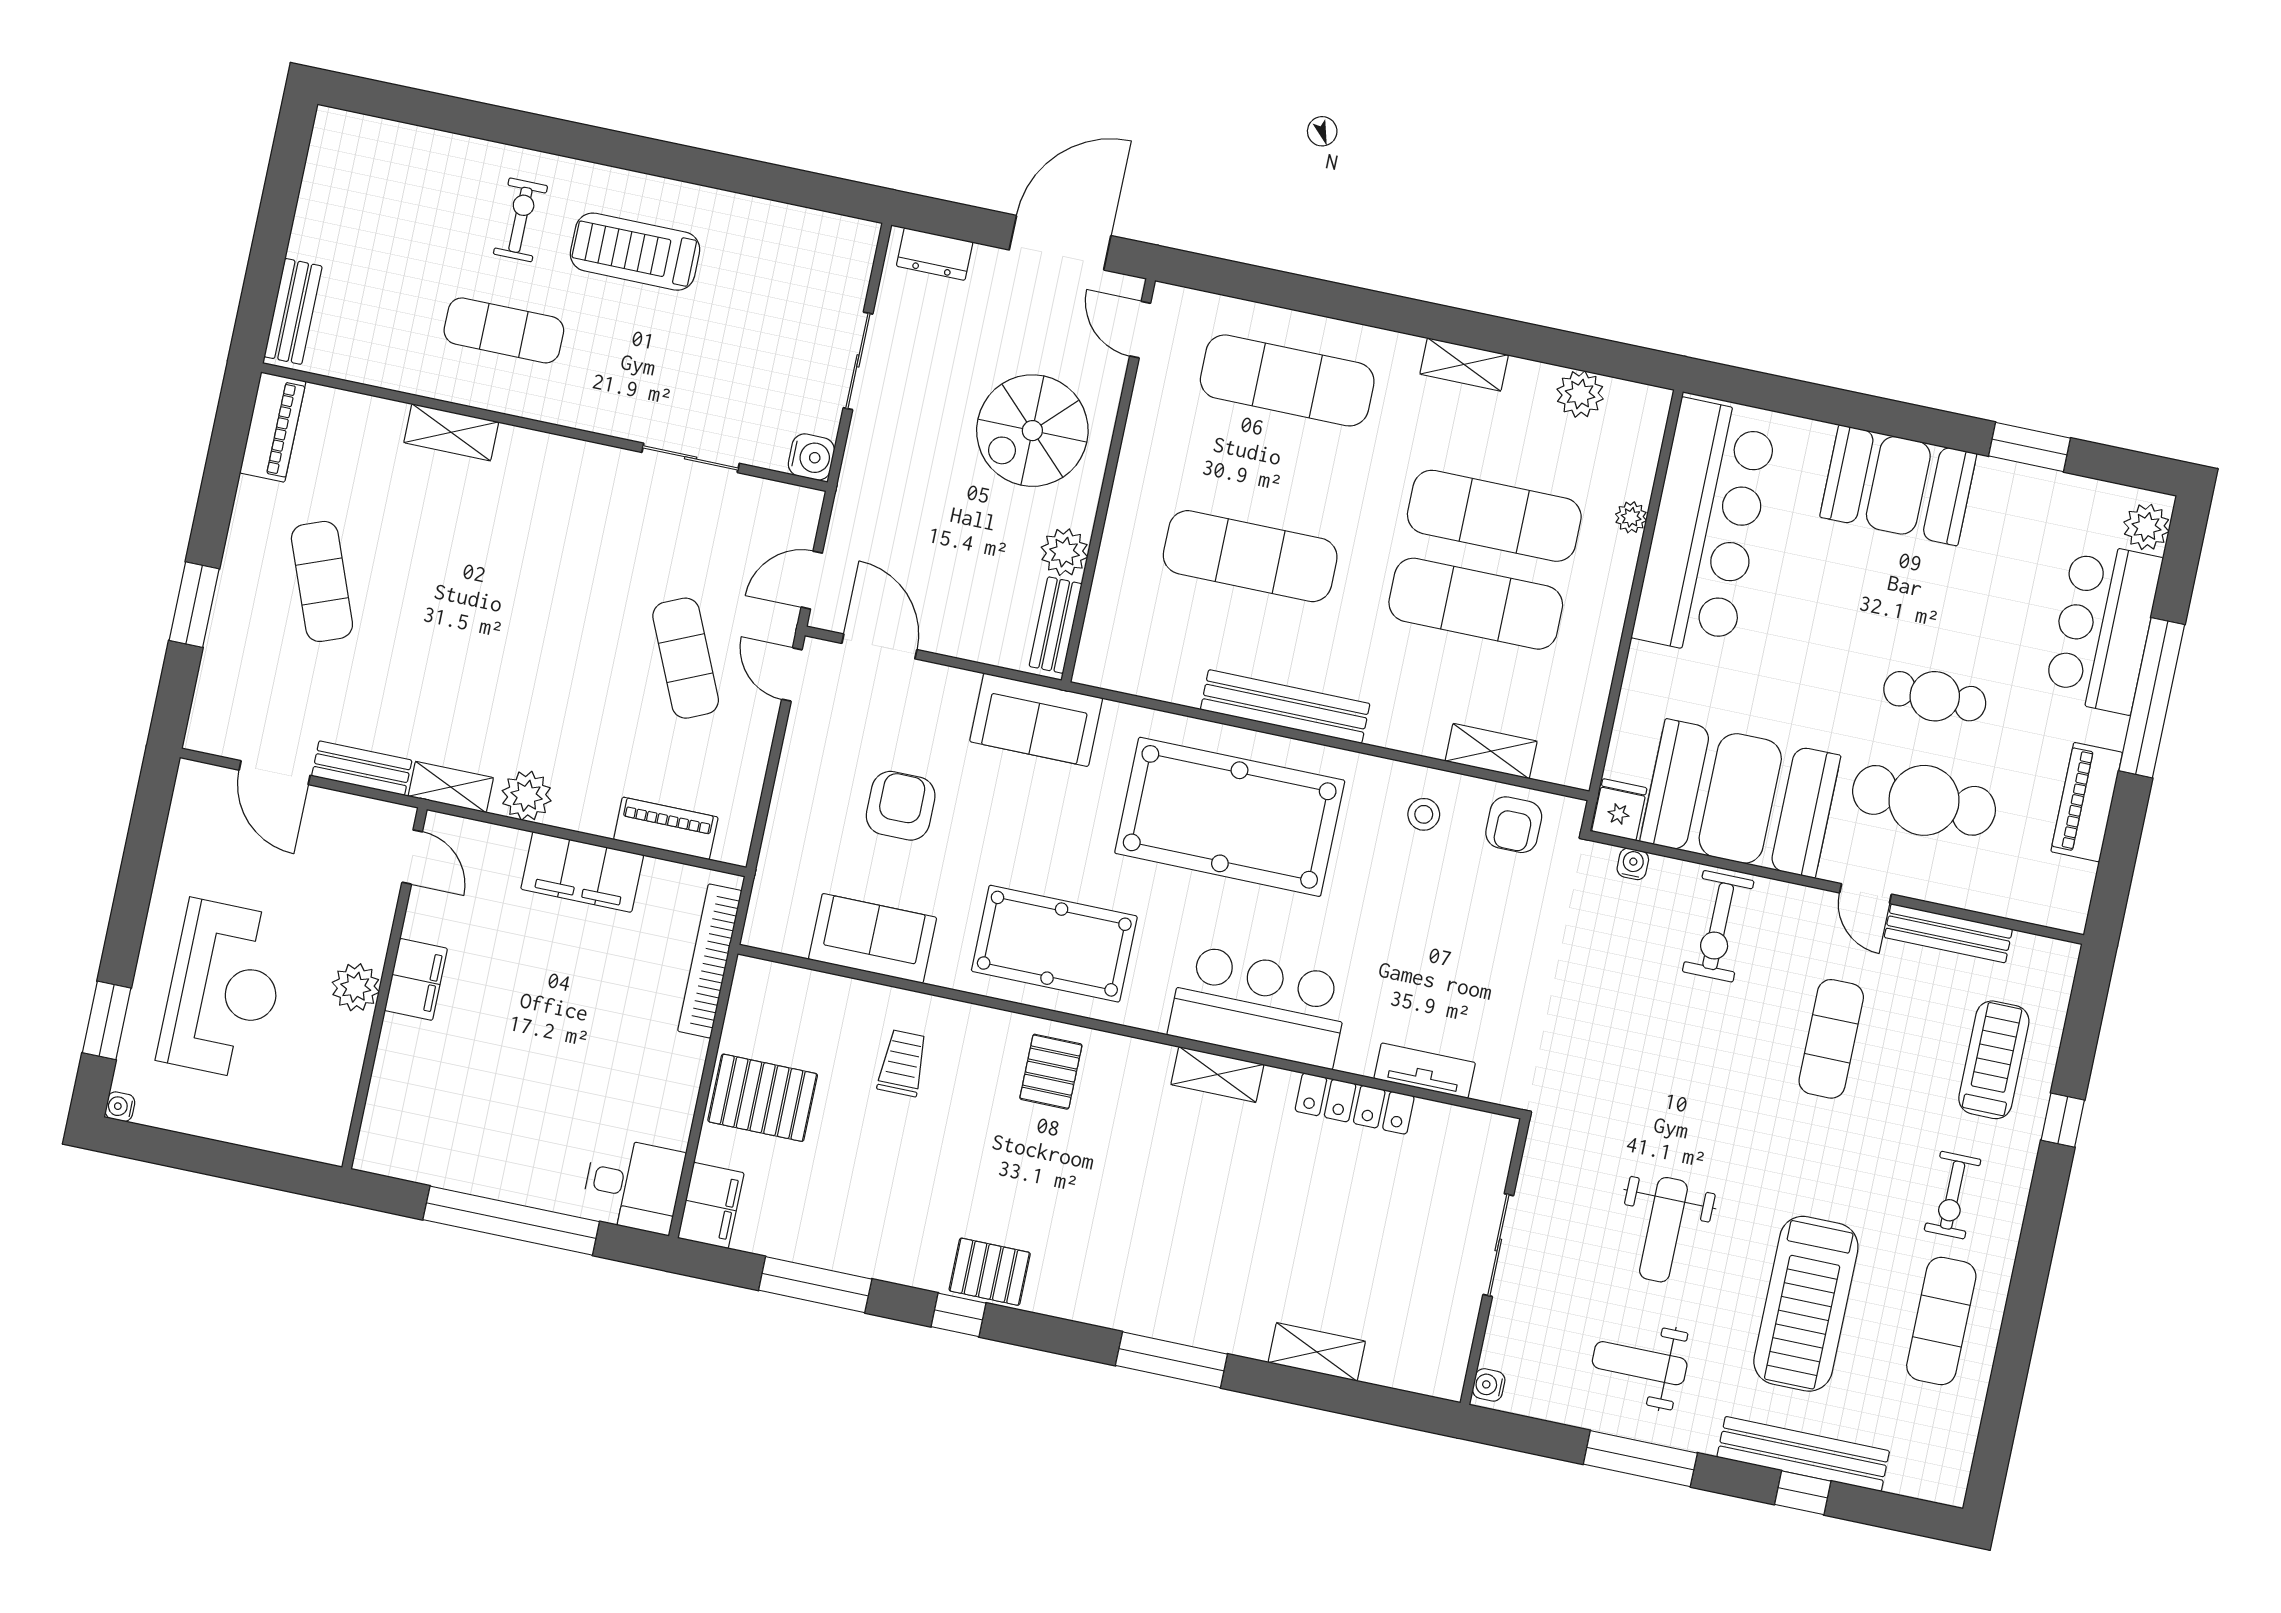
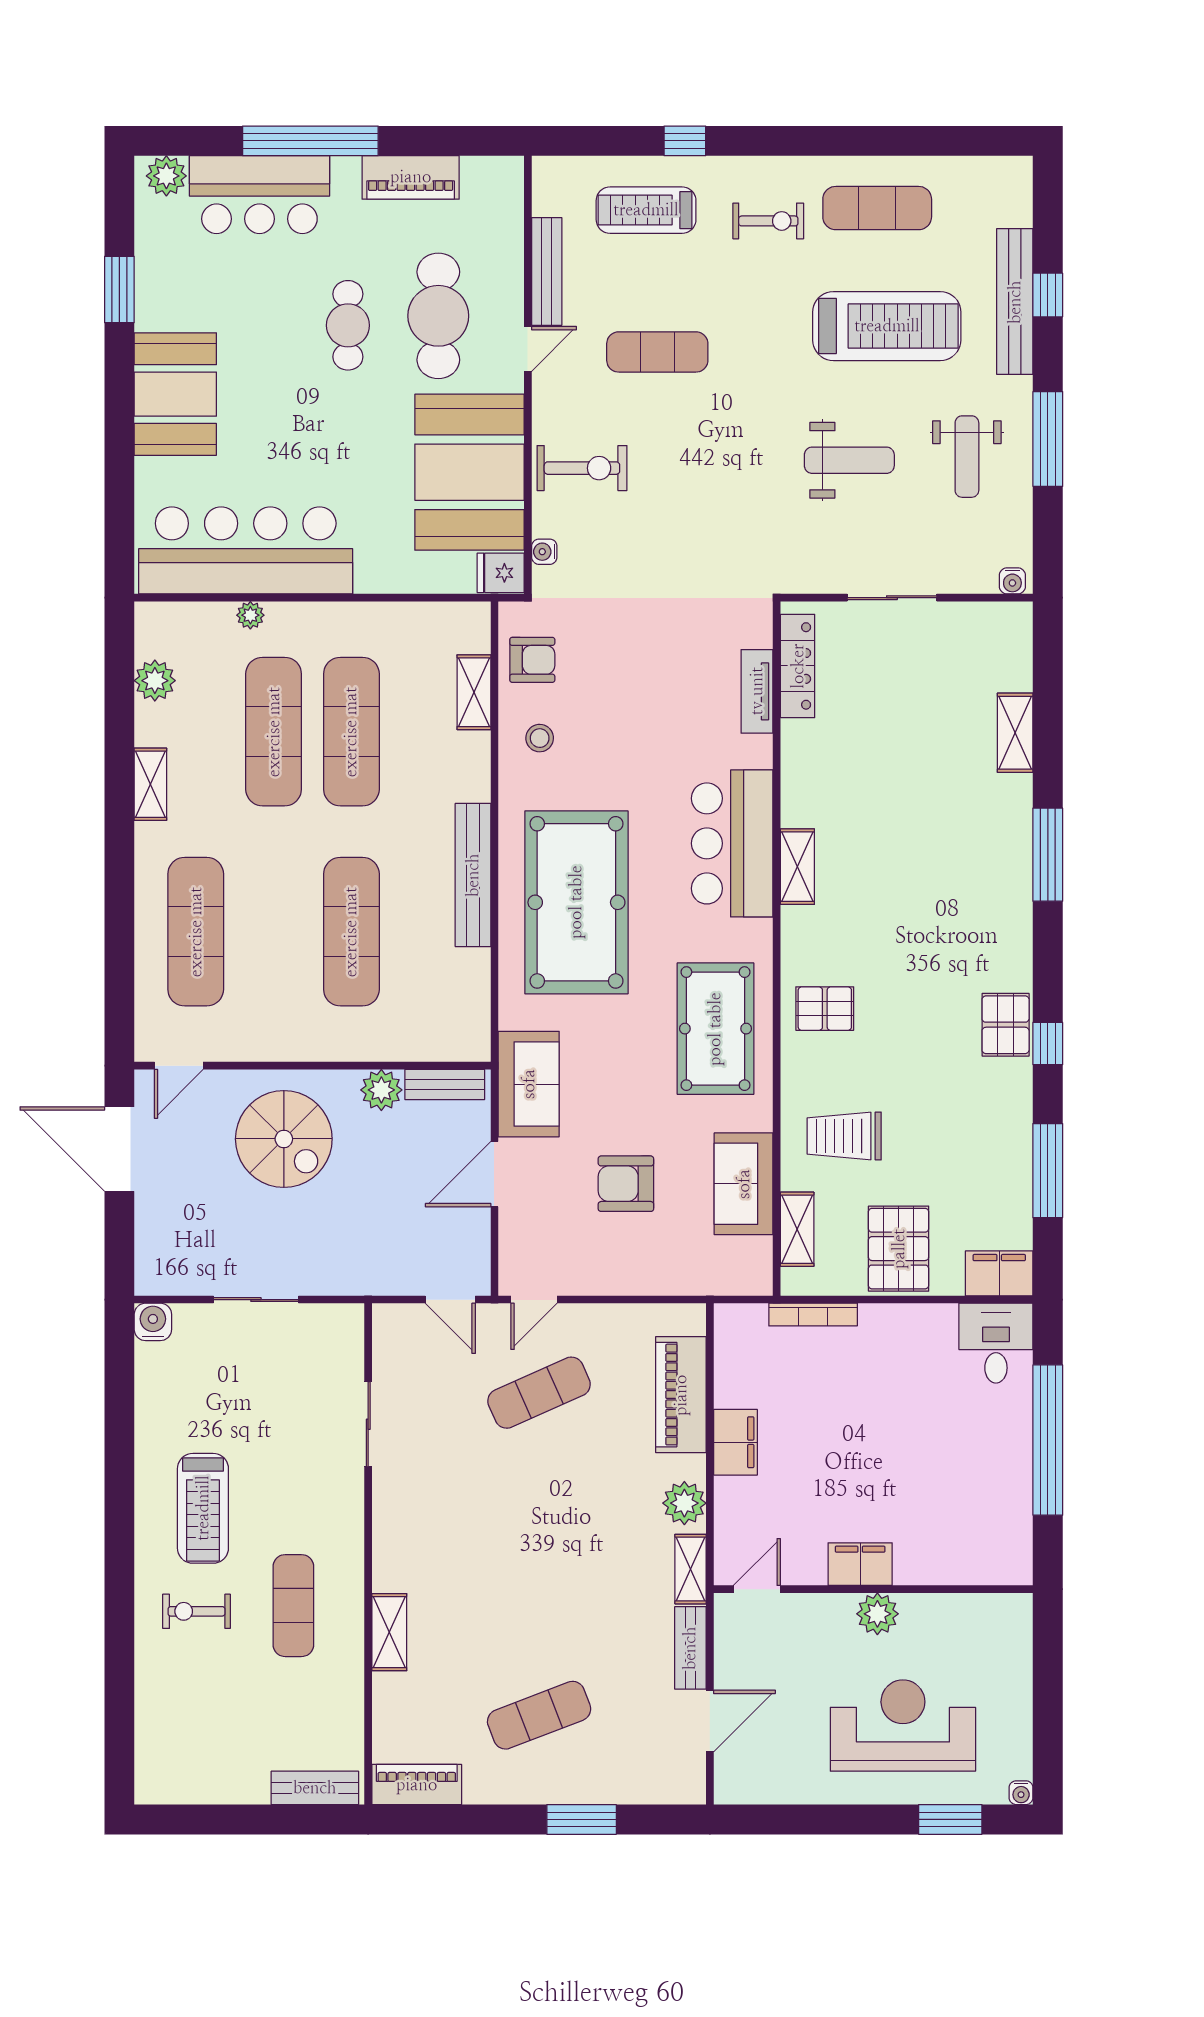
dresser: (935, 254) -> (151, 1254), removed
water cooler: (811, 457) -> (153, 1322), moved
door: (879, 646) -> (494, 1174), moved
piano: (666, 828) -> (681, 1395), width x1.37, depth x1.33
filing cabinet: (582, 872) -> (735, 1442), width x0.67, depth x0.86
bookcase: (710, 961) -> (813, 1315), width x0.68, depth x0.76
shelving: (809, 988) -> (797, 1229), added
trolley: (903, 1063) -> (844, 1136), width x1.36, depth x1.39
locker: (1355, 1104) -> (798, 666), moved

